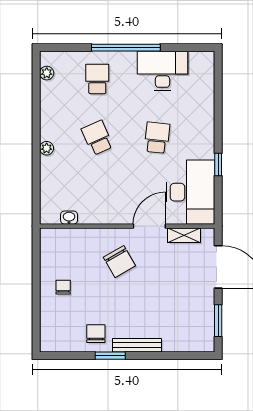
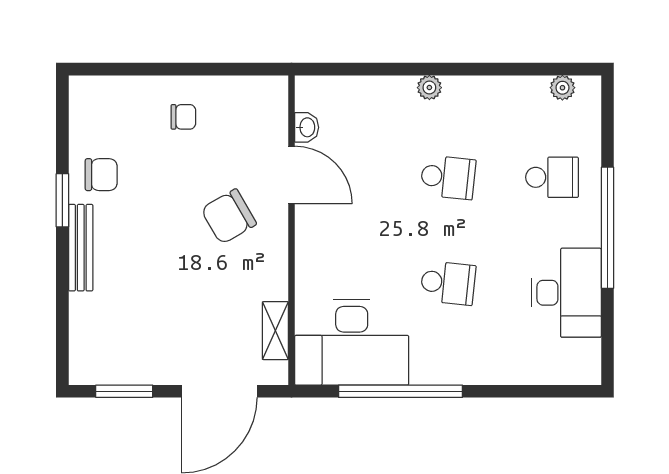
school desk: (97, 138) -> (448, 177), turned 30
window: (218, 165) -> (401, 391), width x3.17
door: (149, 226) -> (292, 175), moved

